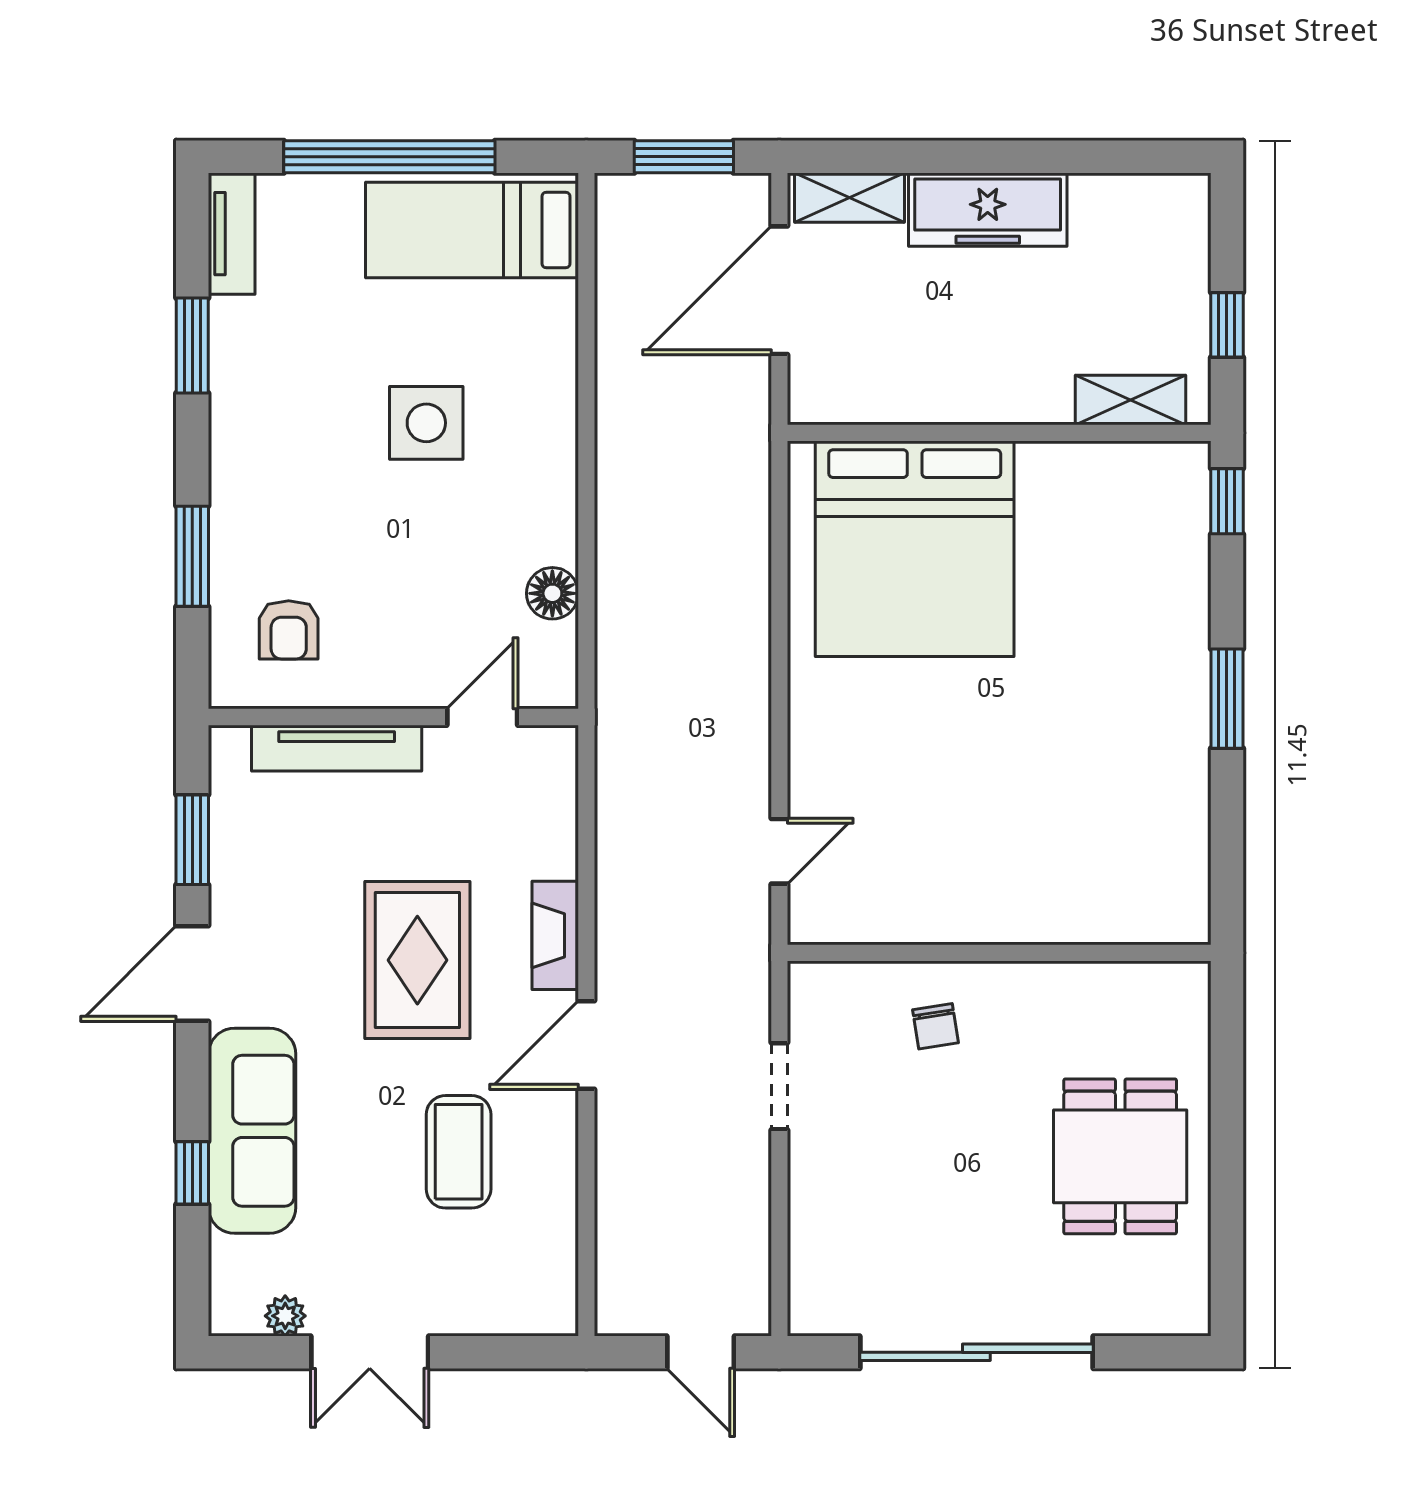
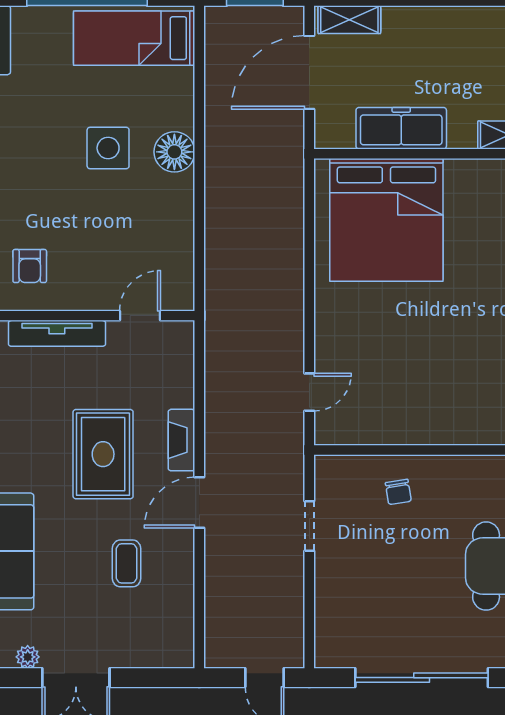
freezer: (988, 210) -> (401, 128), moved, turned 180
floor lamp: (552, 593) -> (174, 152), moved, width x1.38, depth x1.38
coffee table: (459, 1152) -> (127, 563), width x0.73, depth x0.77

